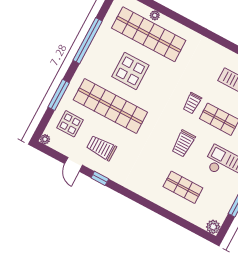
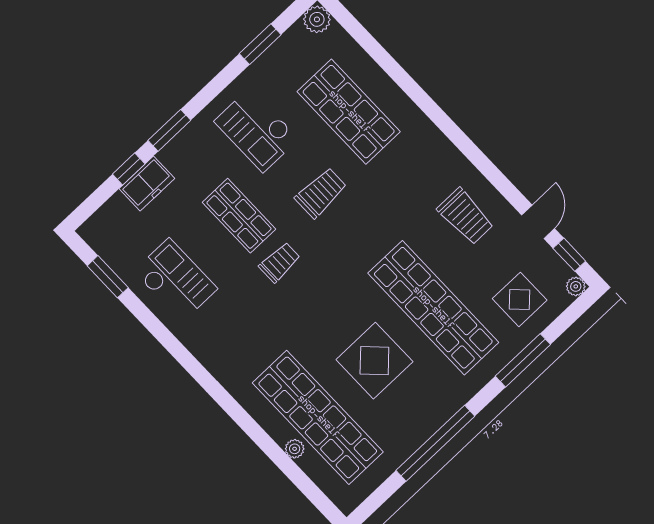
trolley: (101, 148) -> (465, 216), moved
window: (100, 178) -> (569, 255), moved
shop shelf: (183, 187) -> (349, 112), width x1.43, depth x1.36

